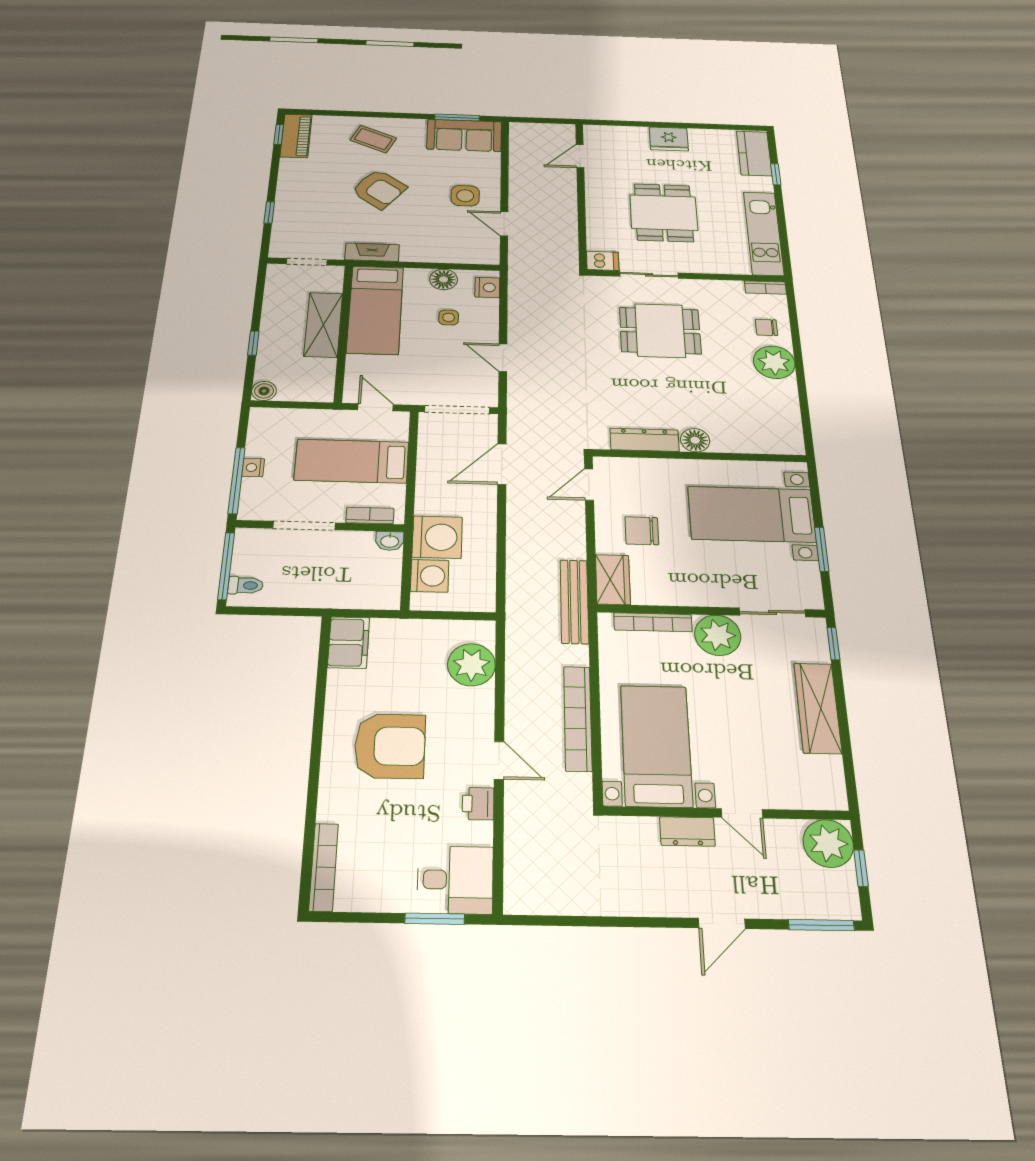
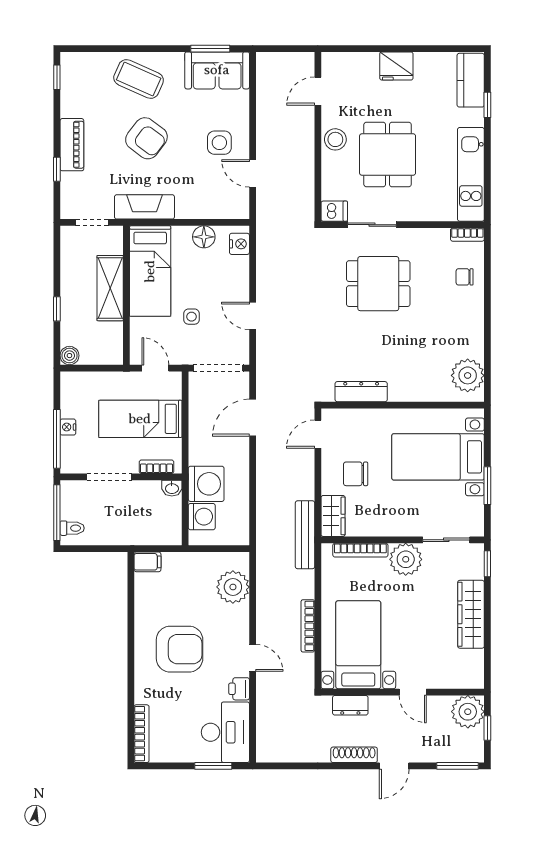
piano: (296, 136) -> (72, 145), moved
coffee table: (373, 139) -> (139, 79), width x1.36, depth x1.30
stool: (602, 198) -> (335, 139), added
fireplace: (372, 252) -> (144, 207), width x1.37, depth x1.32
side table: (449, 317) -> (192, 317), moved
plant: (774, 362) -> (468, 375), moved
floor lamp: (695, 440) -> (400, 391), removed
filing cabinet: (349, 642) -> (147, 562), width x0.50
bookcase: (578, 718) -> (308, 626), width x0.68, depth x0.76
dresser: (687, 831) -> (350, 705), moved
desk: (455, 880) -> (225, 732), width x1.37
shoe rack: (658, 905) -> (354, 755), added

